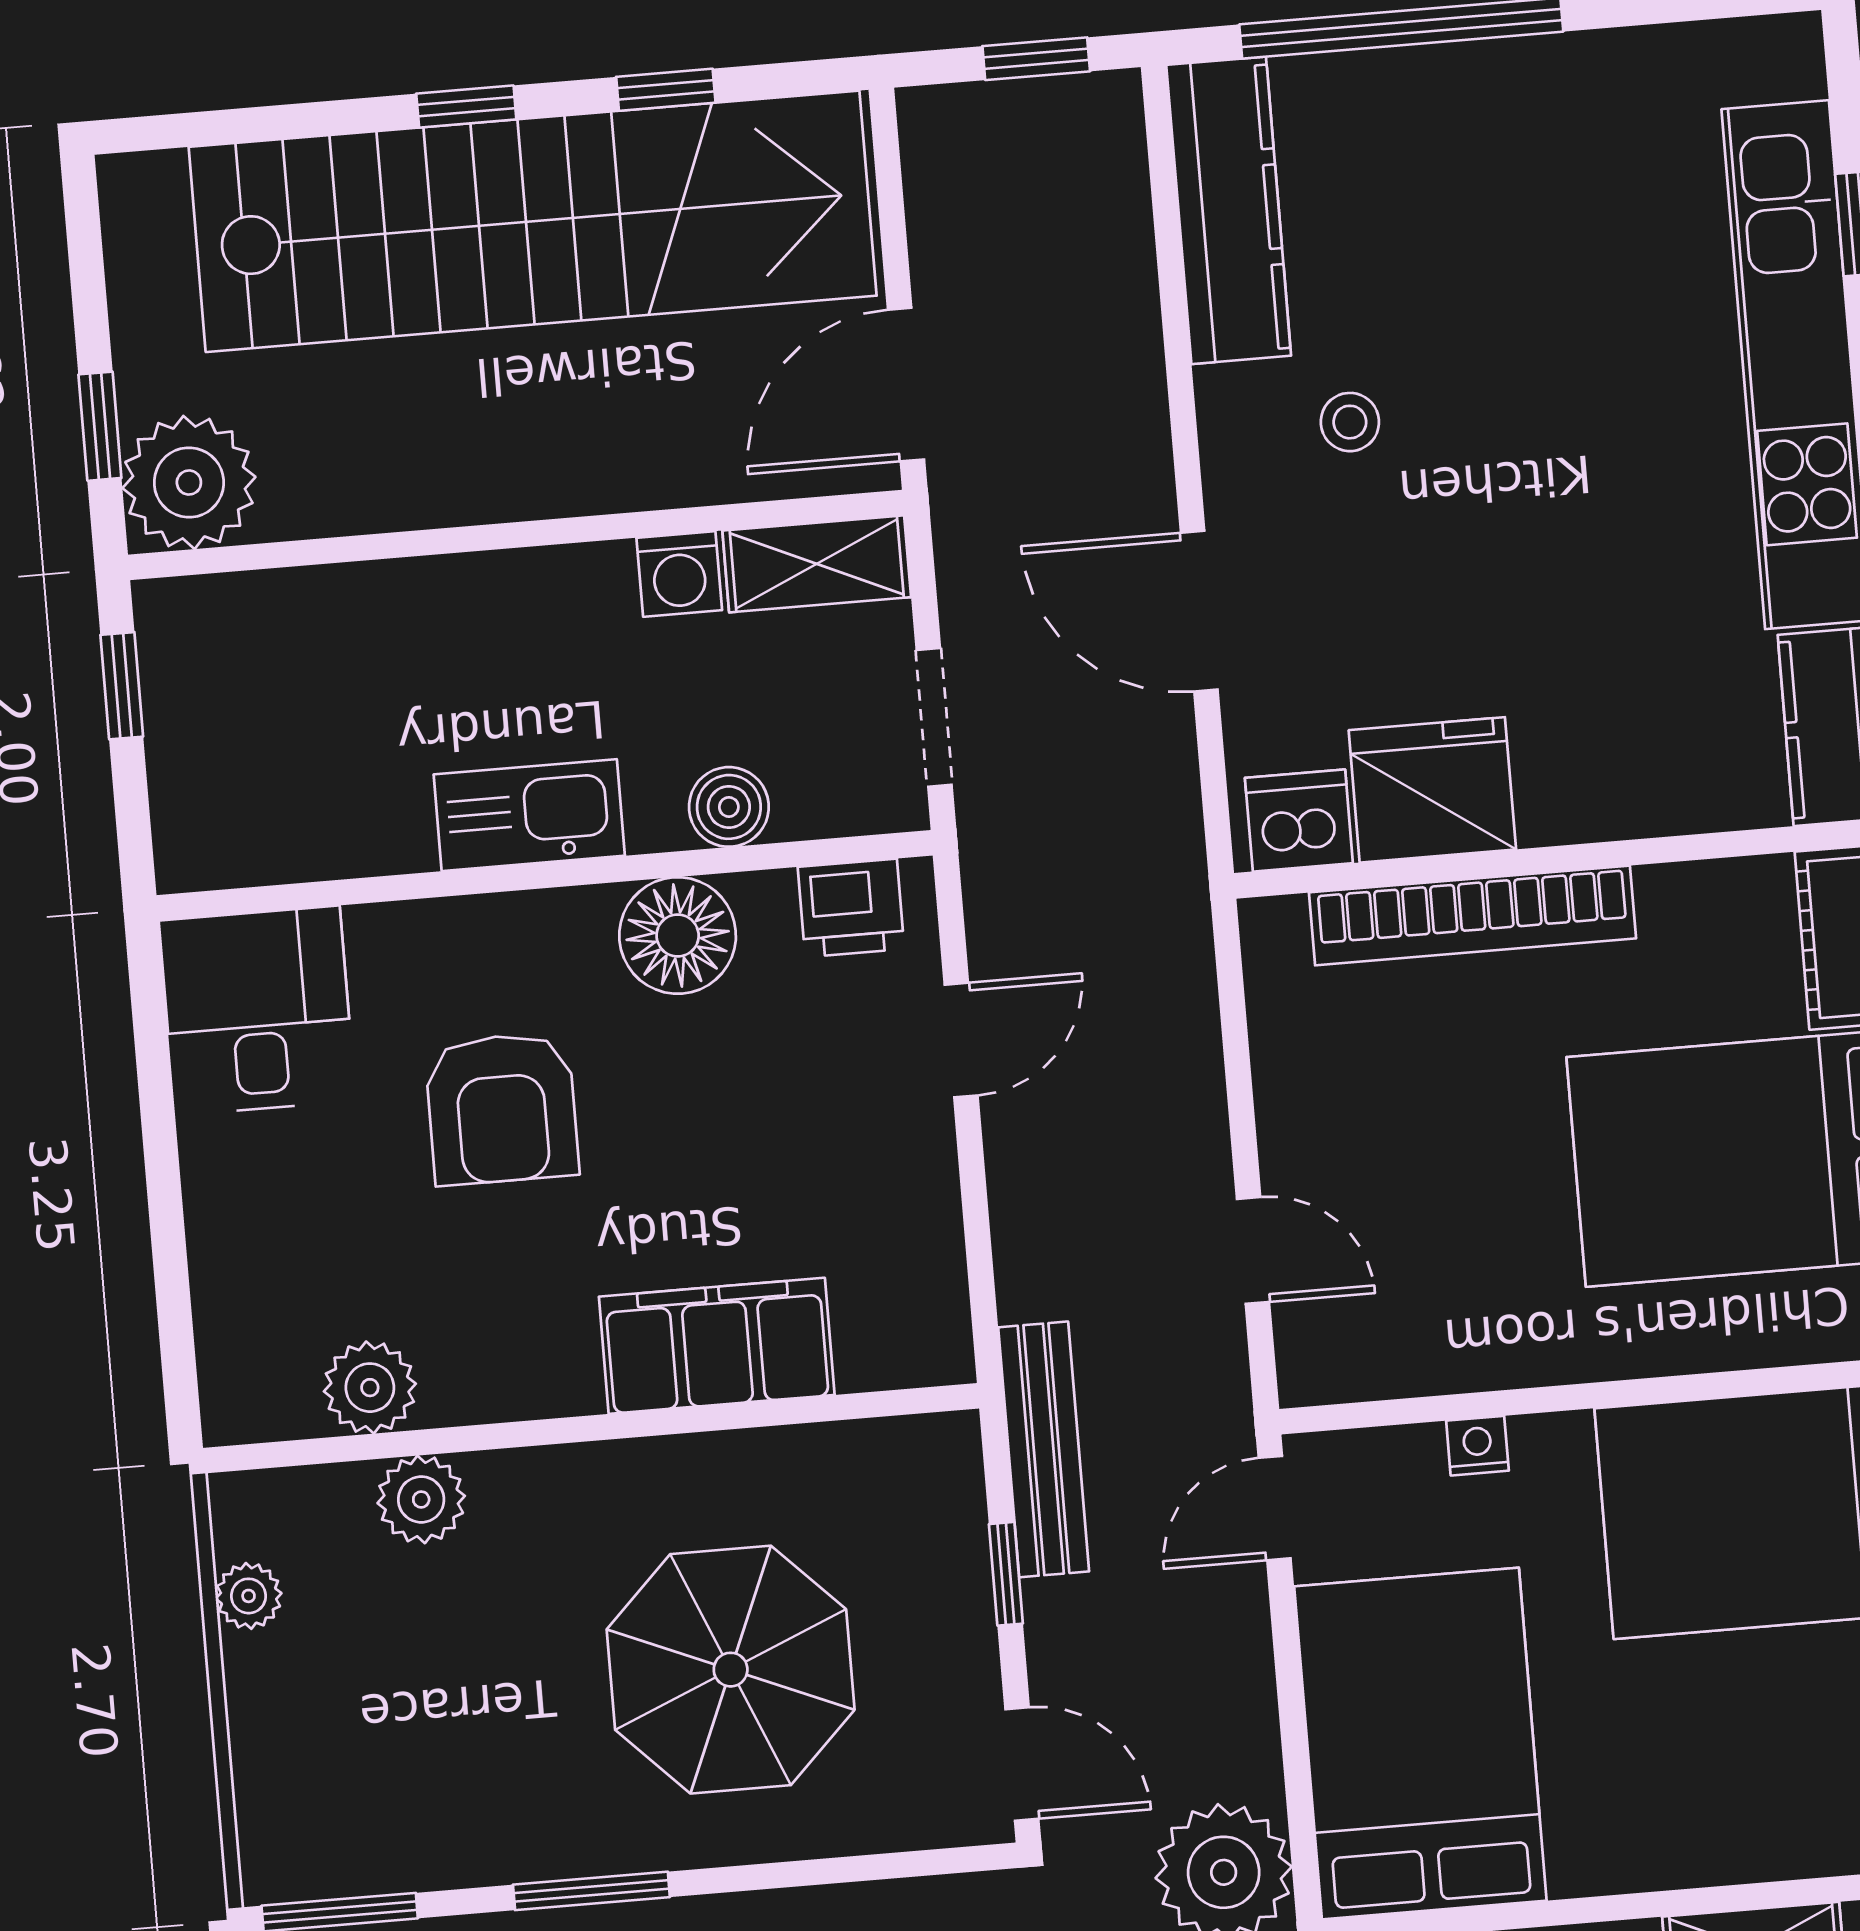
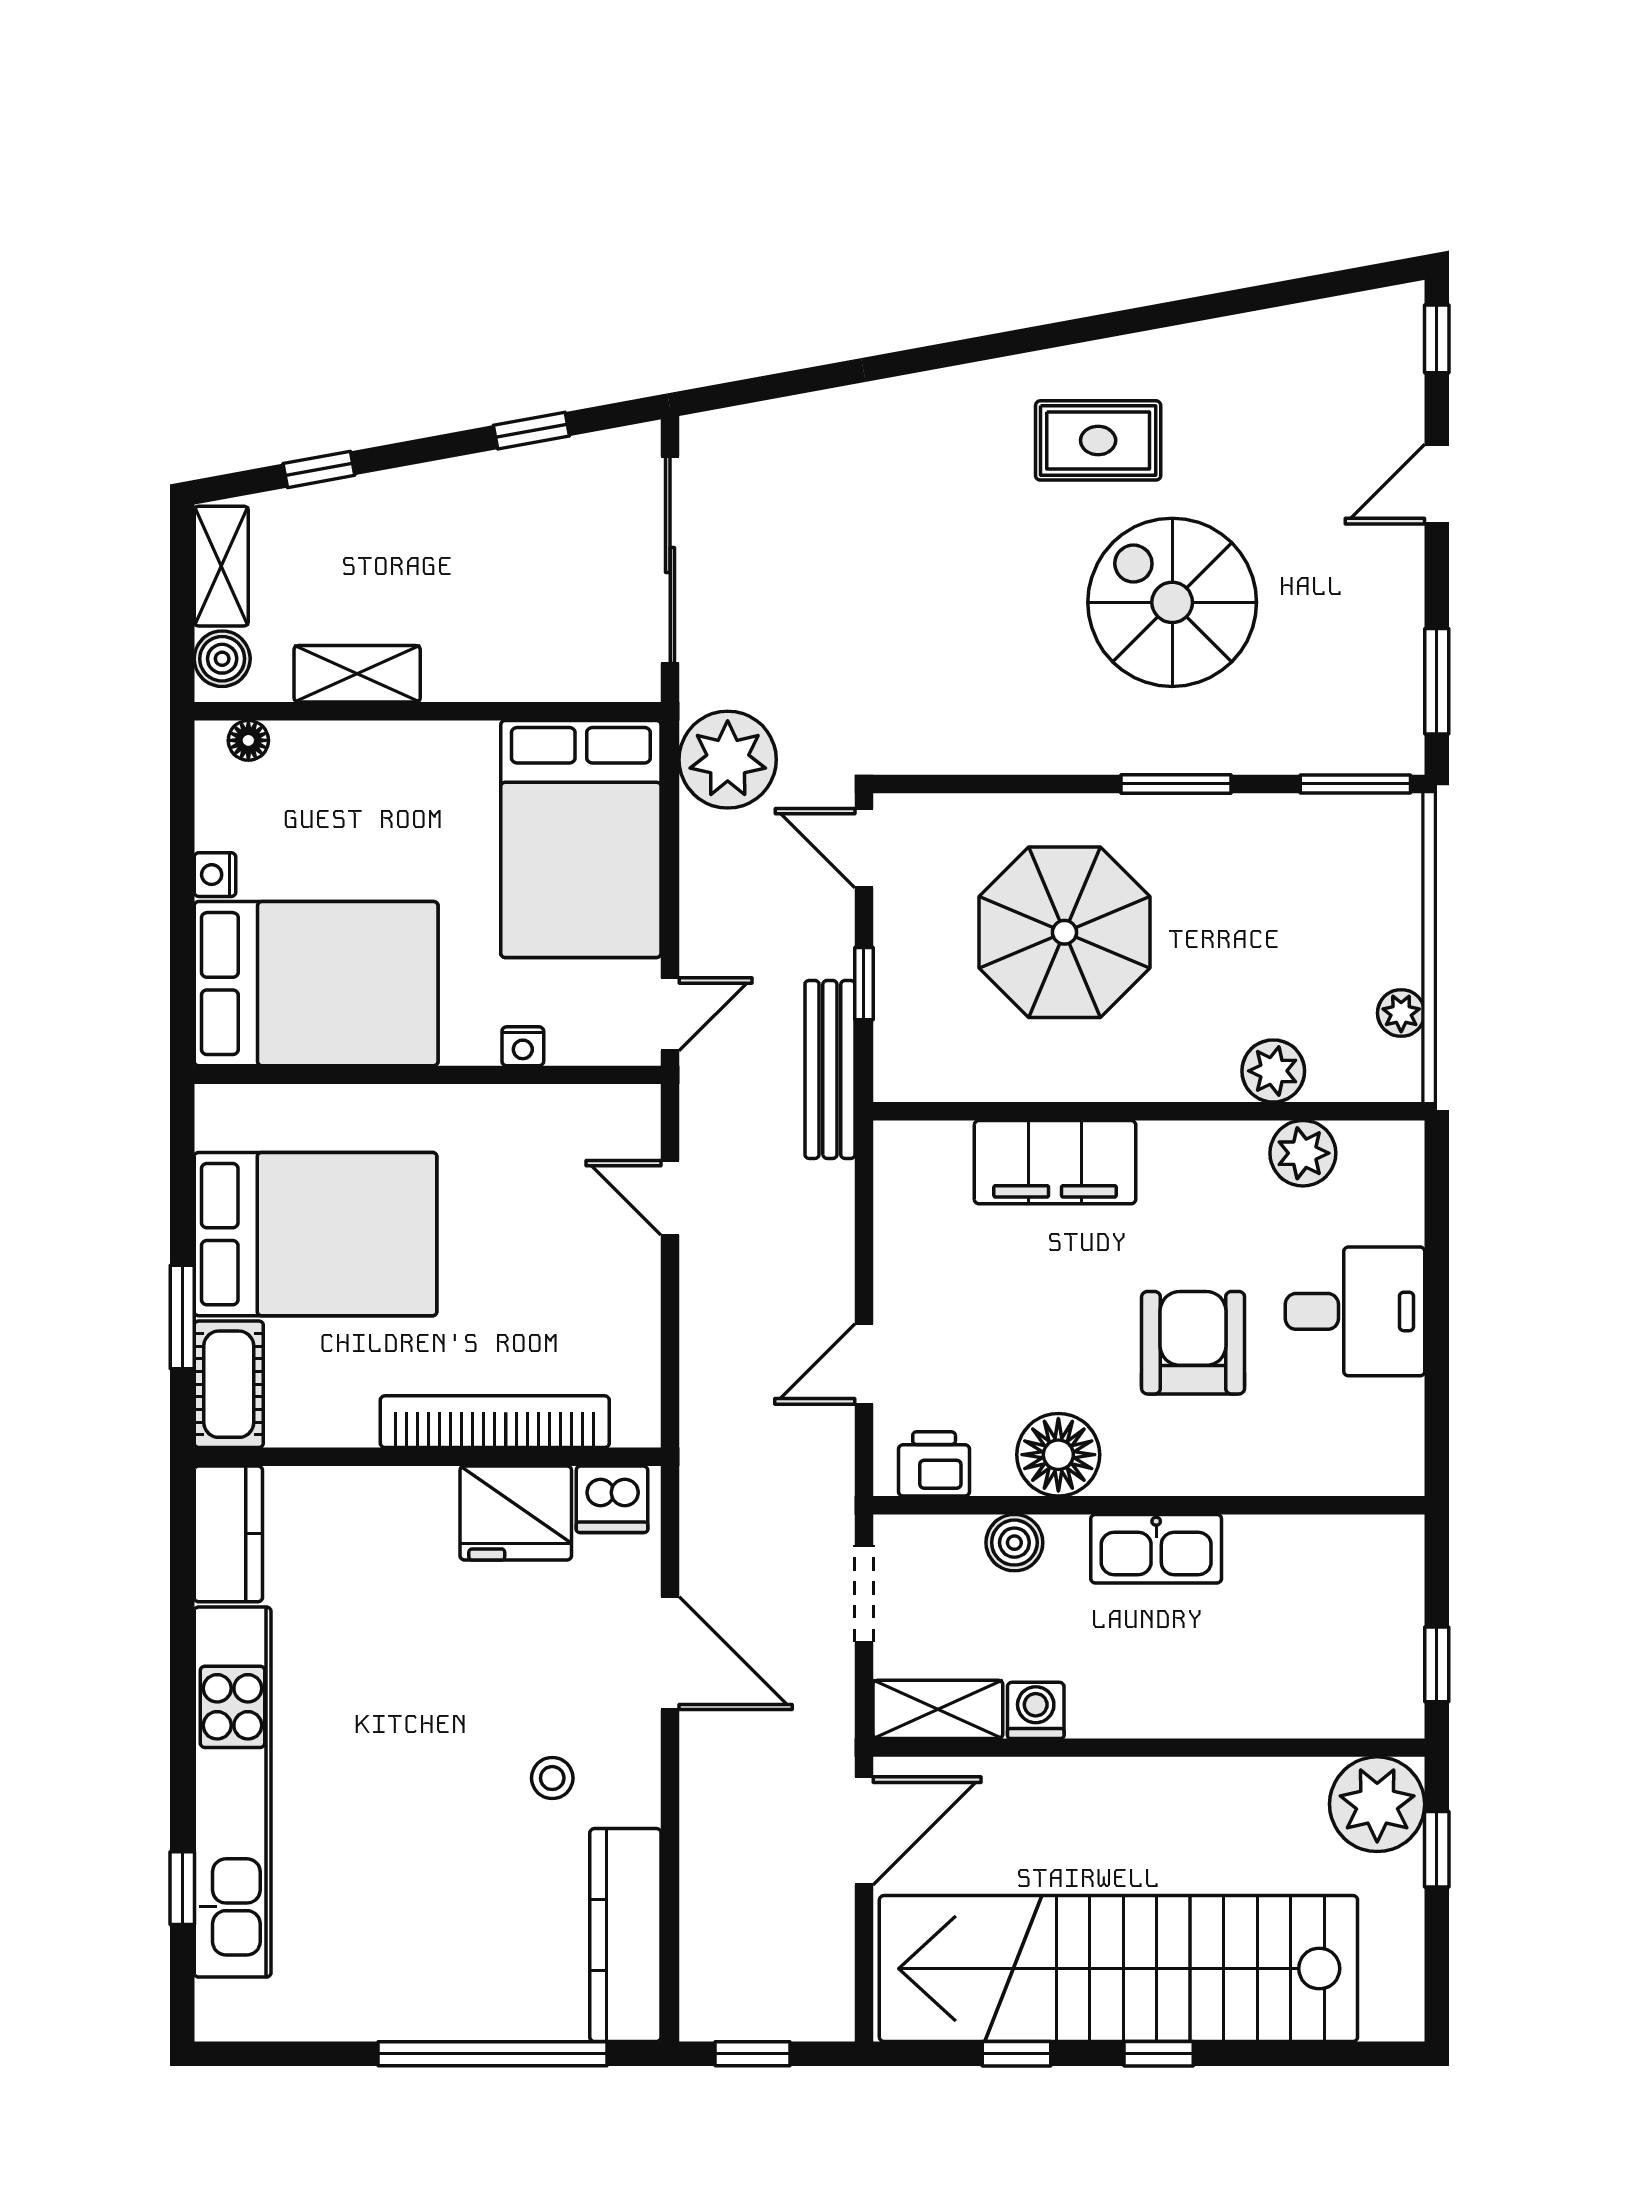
desk: (257, 1011) -> (1355, 1311), moved, turned -90

